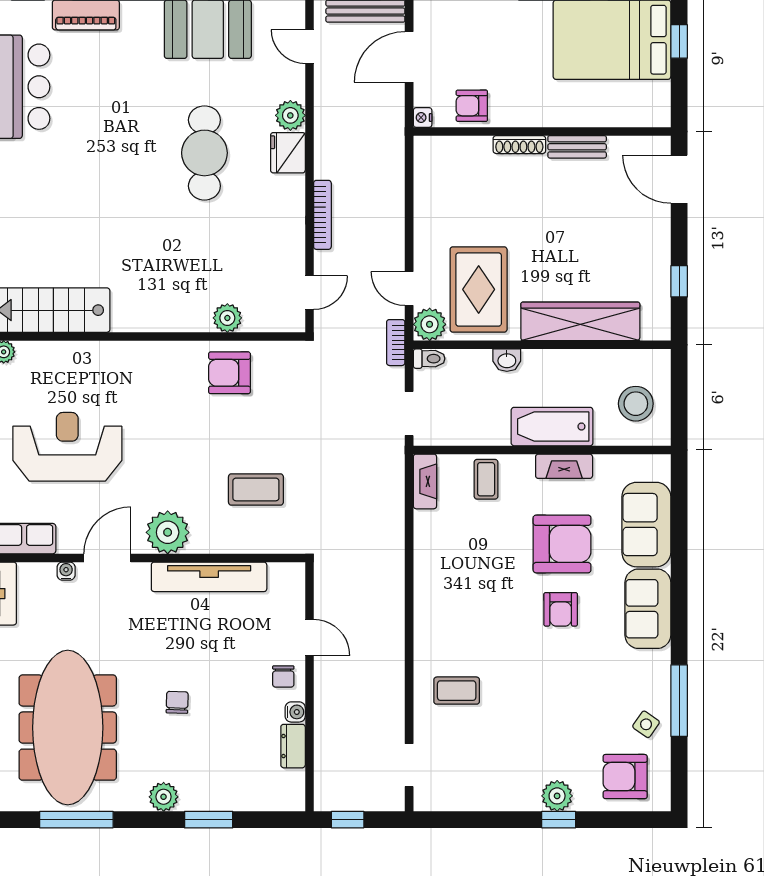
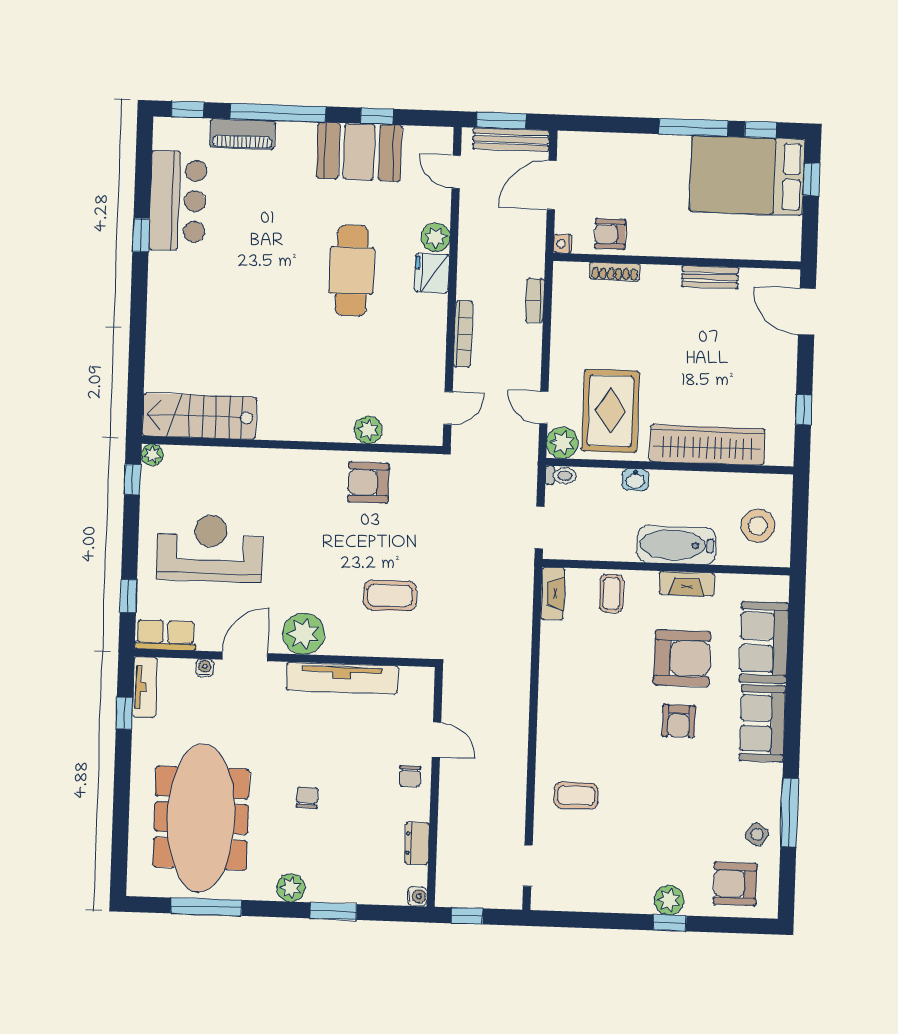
shoe rack: (519, 145) -> (615, 272), moved
bookcase: (396, 343) -> (535, 301), moved
water cooler: (295, 712) -> (417, 896), moved

